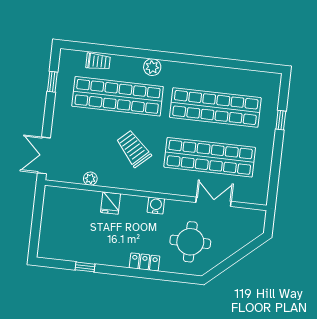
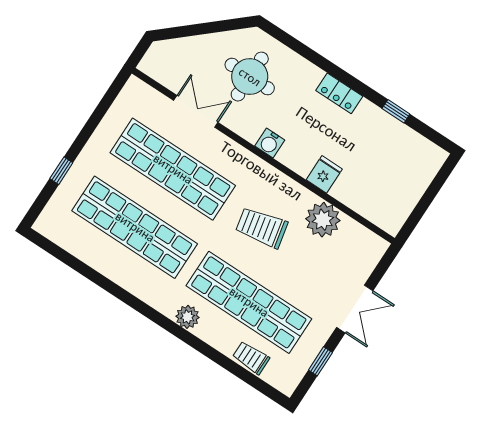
trolley: (134, 149) -> (262, 227), turned 121
double door: (44, 155) -> (355, 309), moved
plant: (90, 179) -> (323, 220), width x1.88, depth x1.88
double door: (214, 202) -> (196, 111), swing flipped
locker: (145, 262) -> (339, 93), moved

